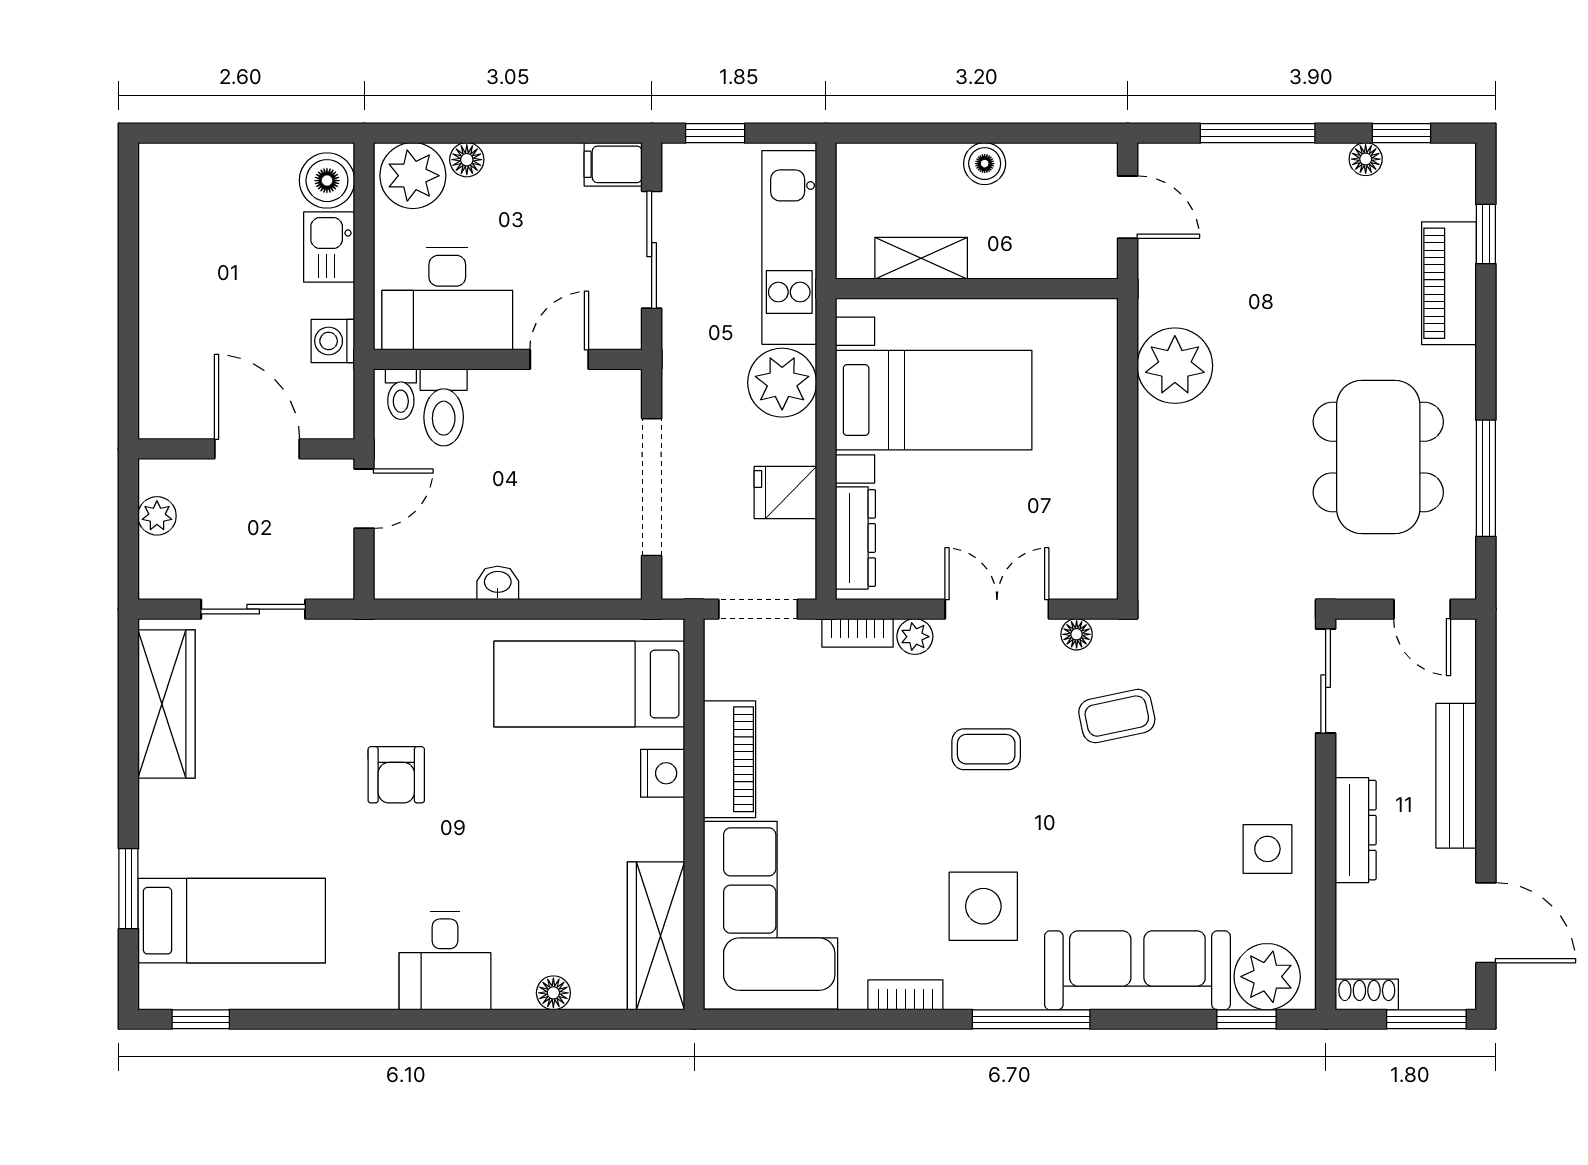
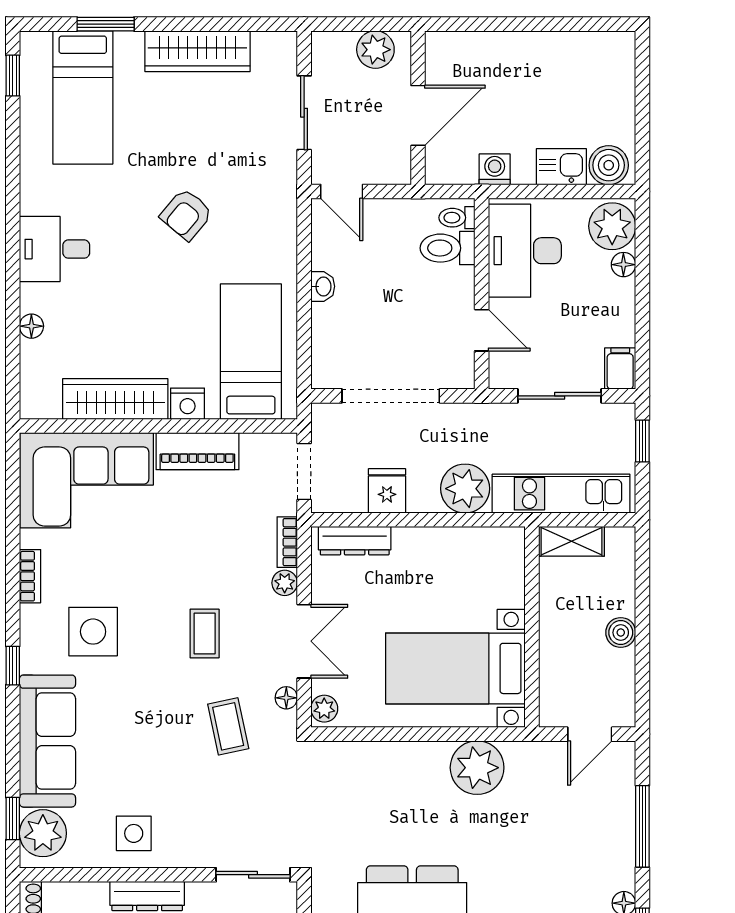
shelving: (921, 258) -> (571, 541), moved, turned 90
bed with nightstands: (934, 400) -> (455, 668), moved, turned 90
door: (364, 499) -> (342, 192), moved
plant: (157, 516) -> (375, 50), width x1.38, depth x1.38
plant: (1092, 581) -> (324, 709), added
wardrobe: (166, 704) -> (197, 51), moved
armchair: (396, 775) -> (186, 214), turned -50
wardrobe: (656, 936) -> (115, 399), moved
window: (1031, 1019) -> (13, 666), width x0.46

